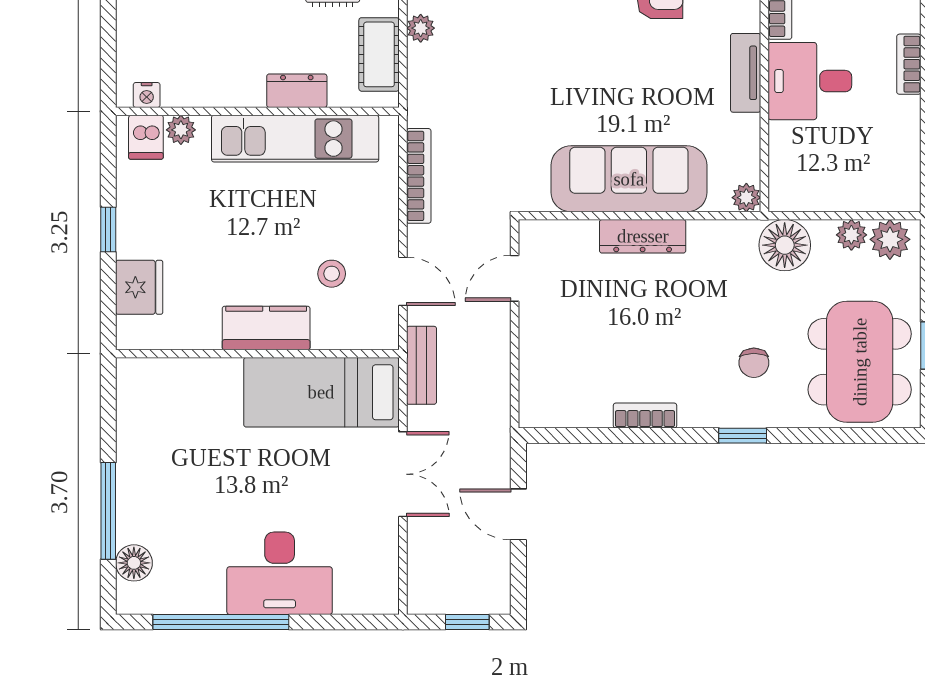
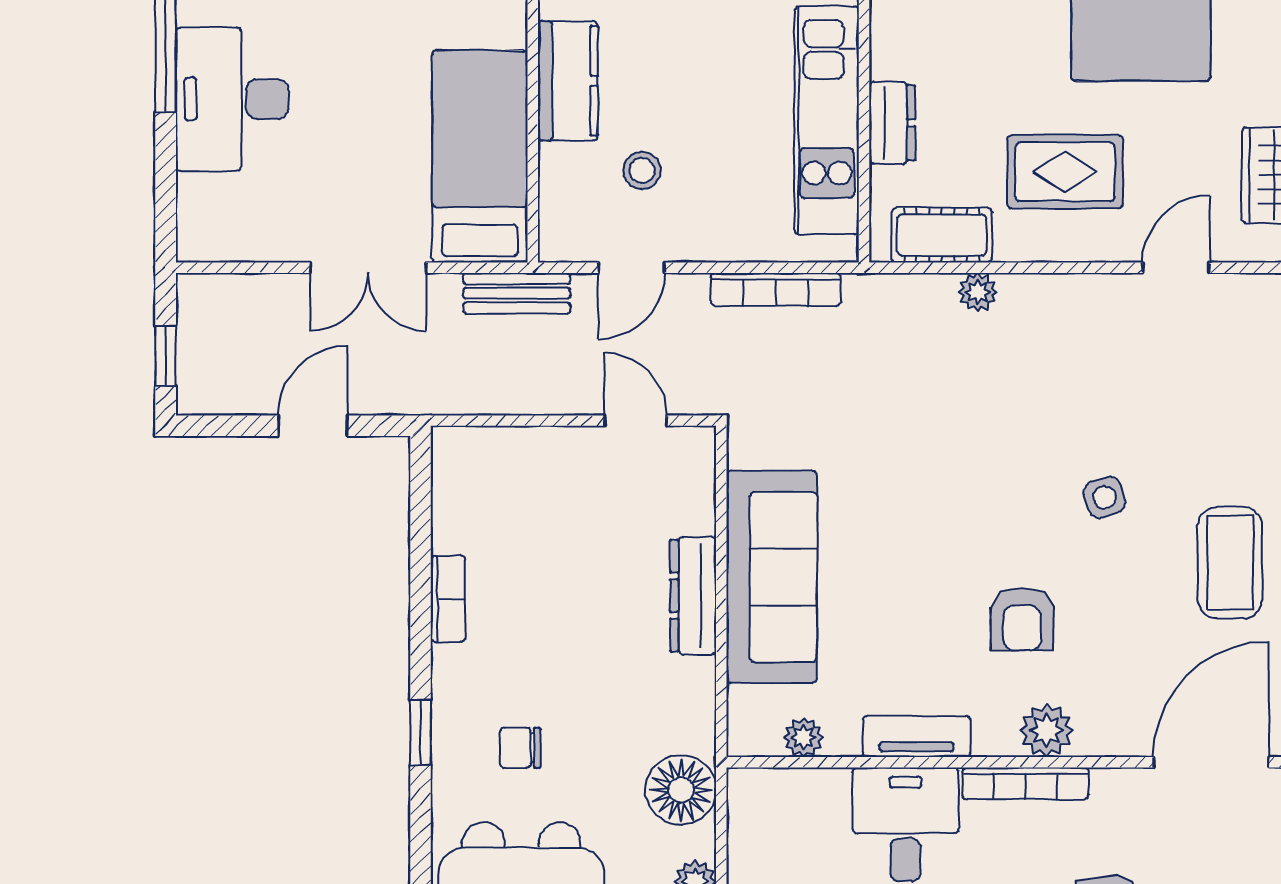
plant: (746, 198) -> (803, 737), moved

